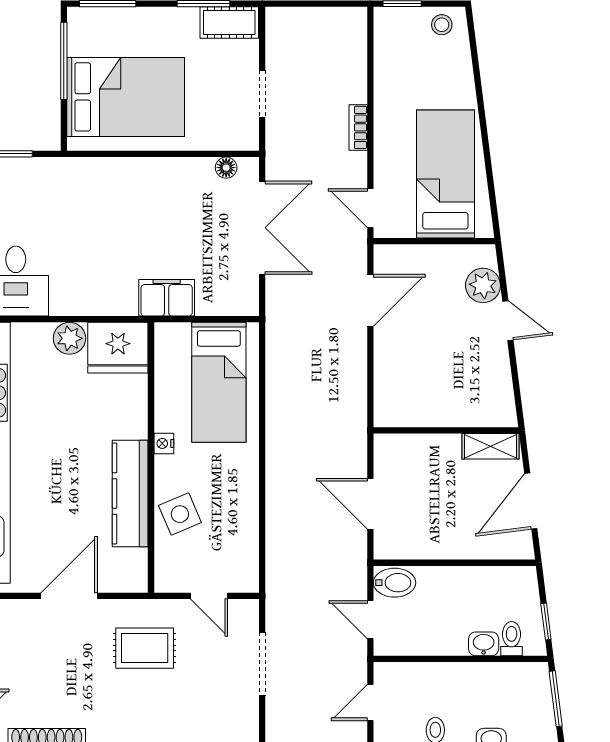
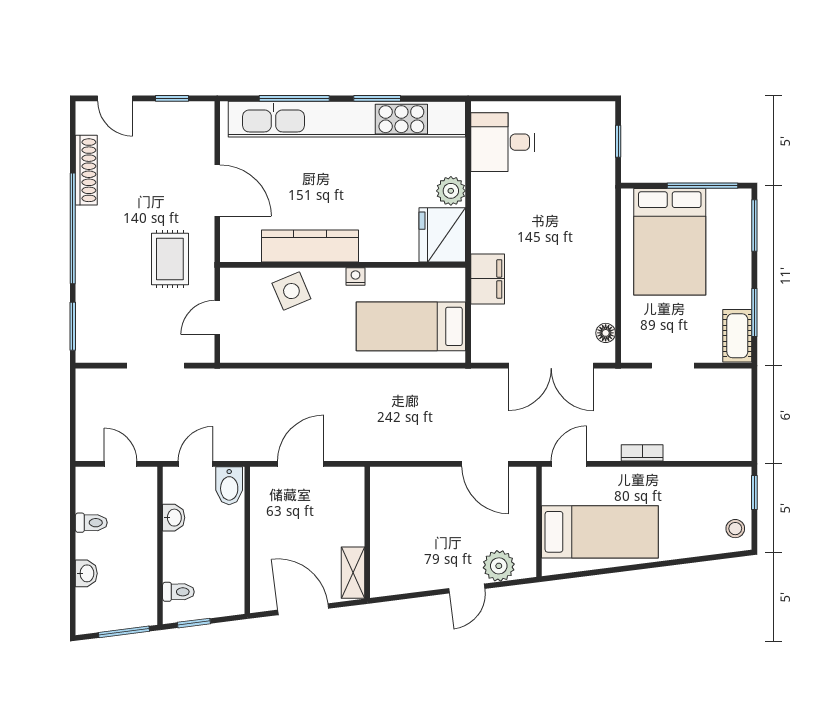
washbasin: (484, 644) -> (174, 518), moved

